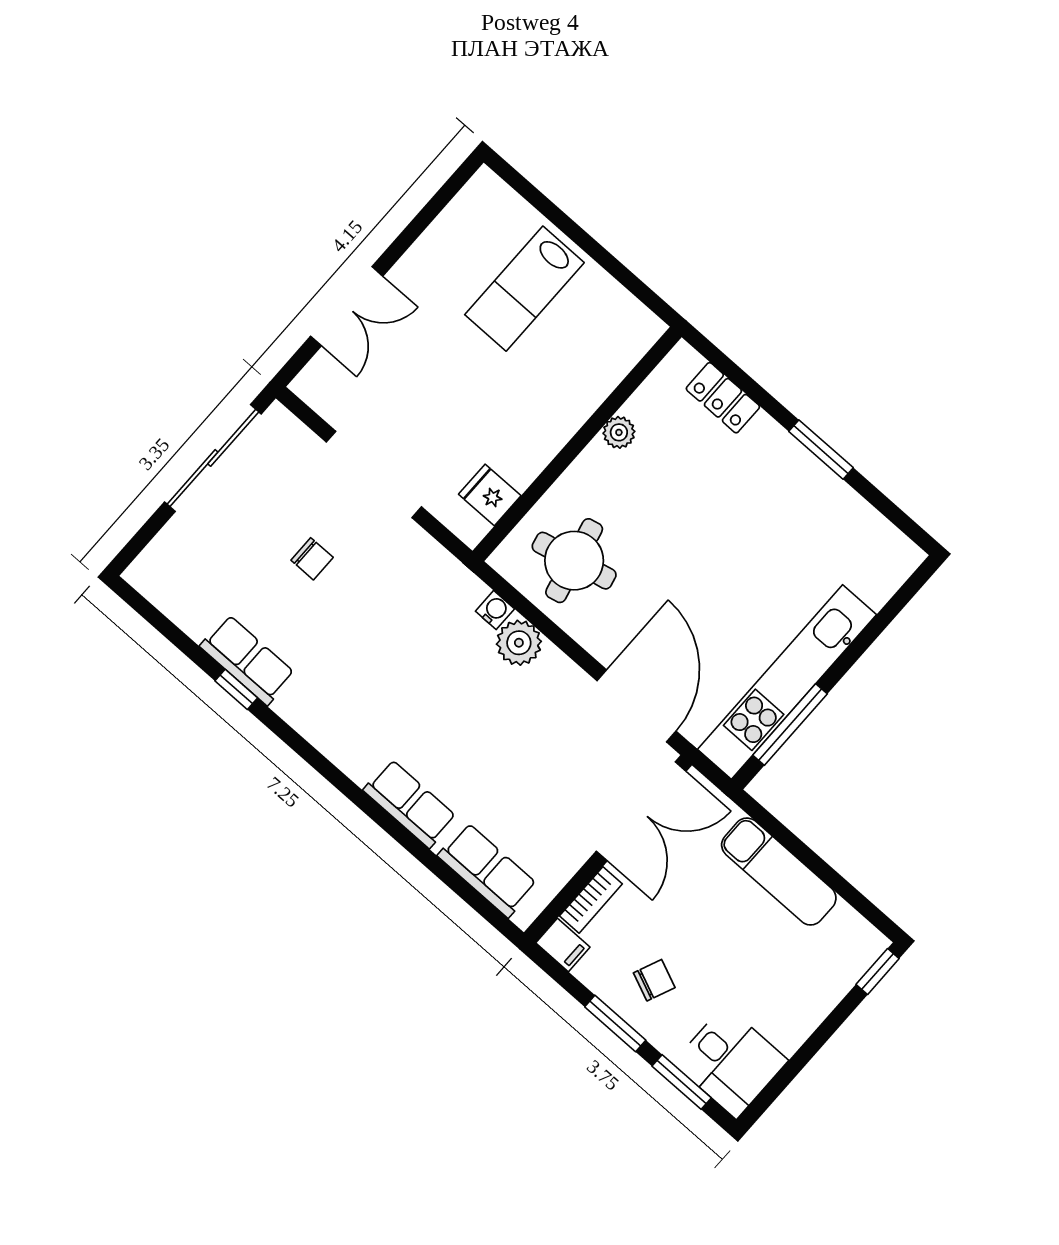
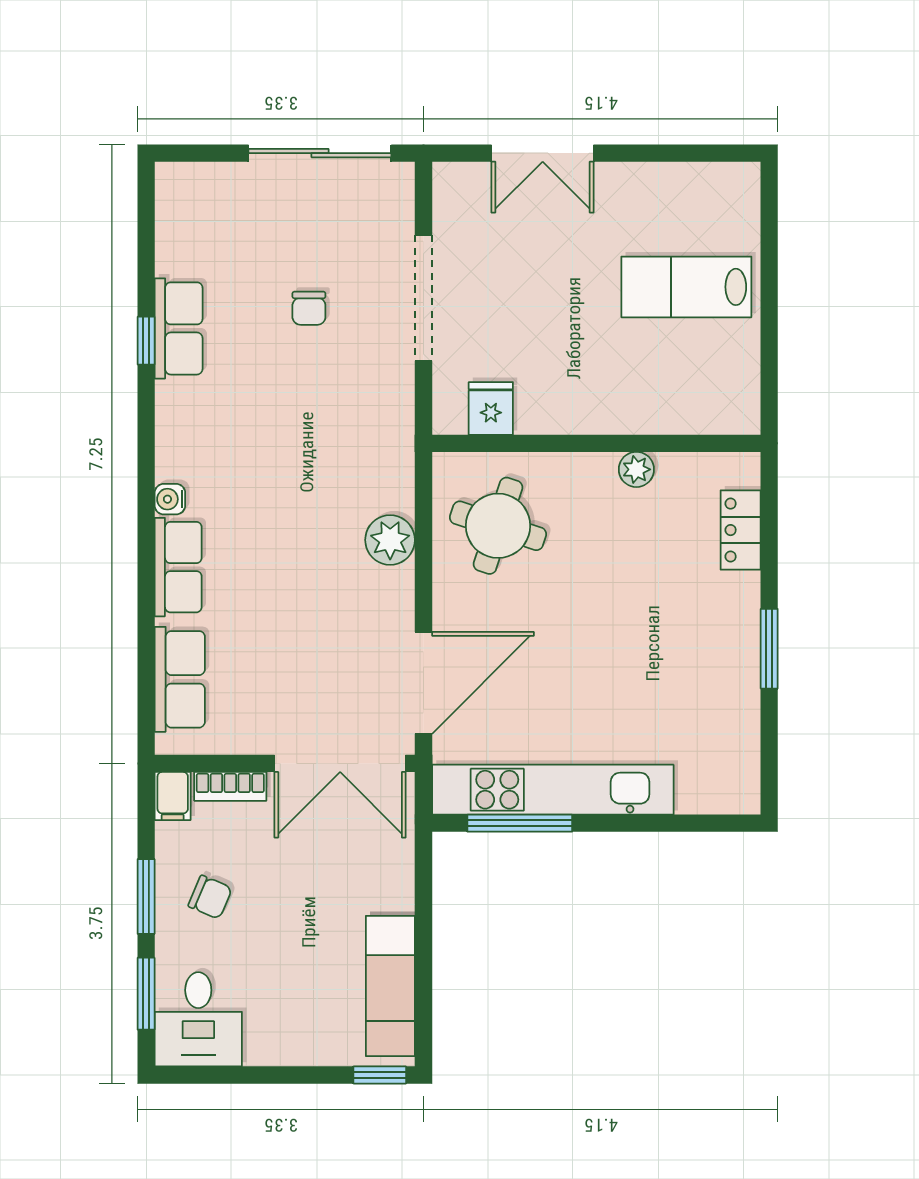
round table: (574, 561) -> (498, 526), turned 31
water cooler: (495, 610) -> (170, 499), moved, turned 180
exam couch: (779, 872) -> (390, 986), moved

